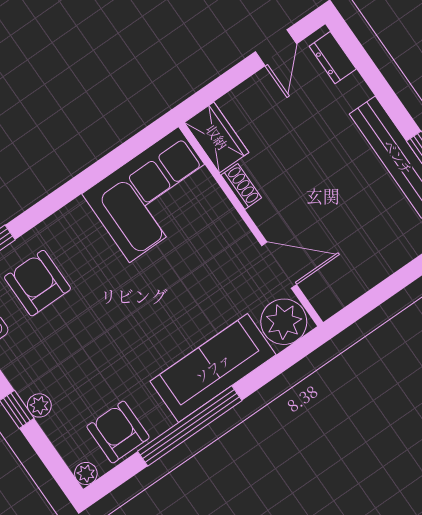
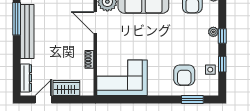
dresser: (333, 58) -> (26, 78), width x1.44
wardrobe: (217, 137) -> (66, 88), moved, turned 90

